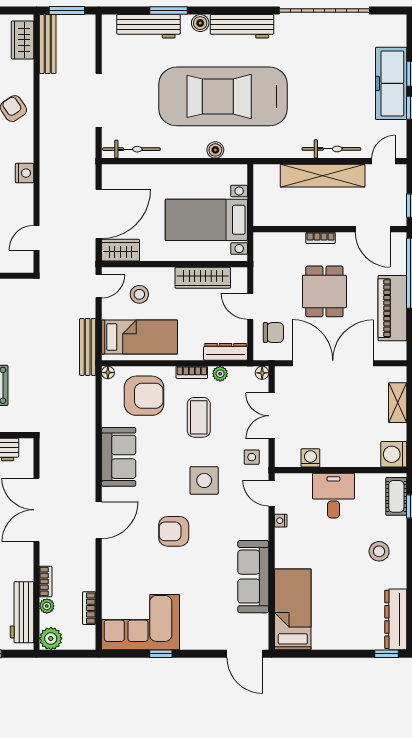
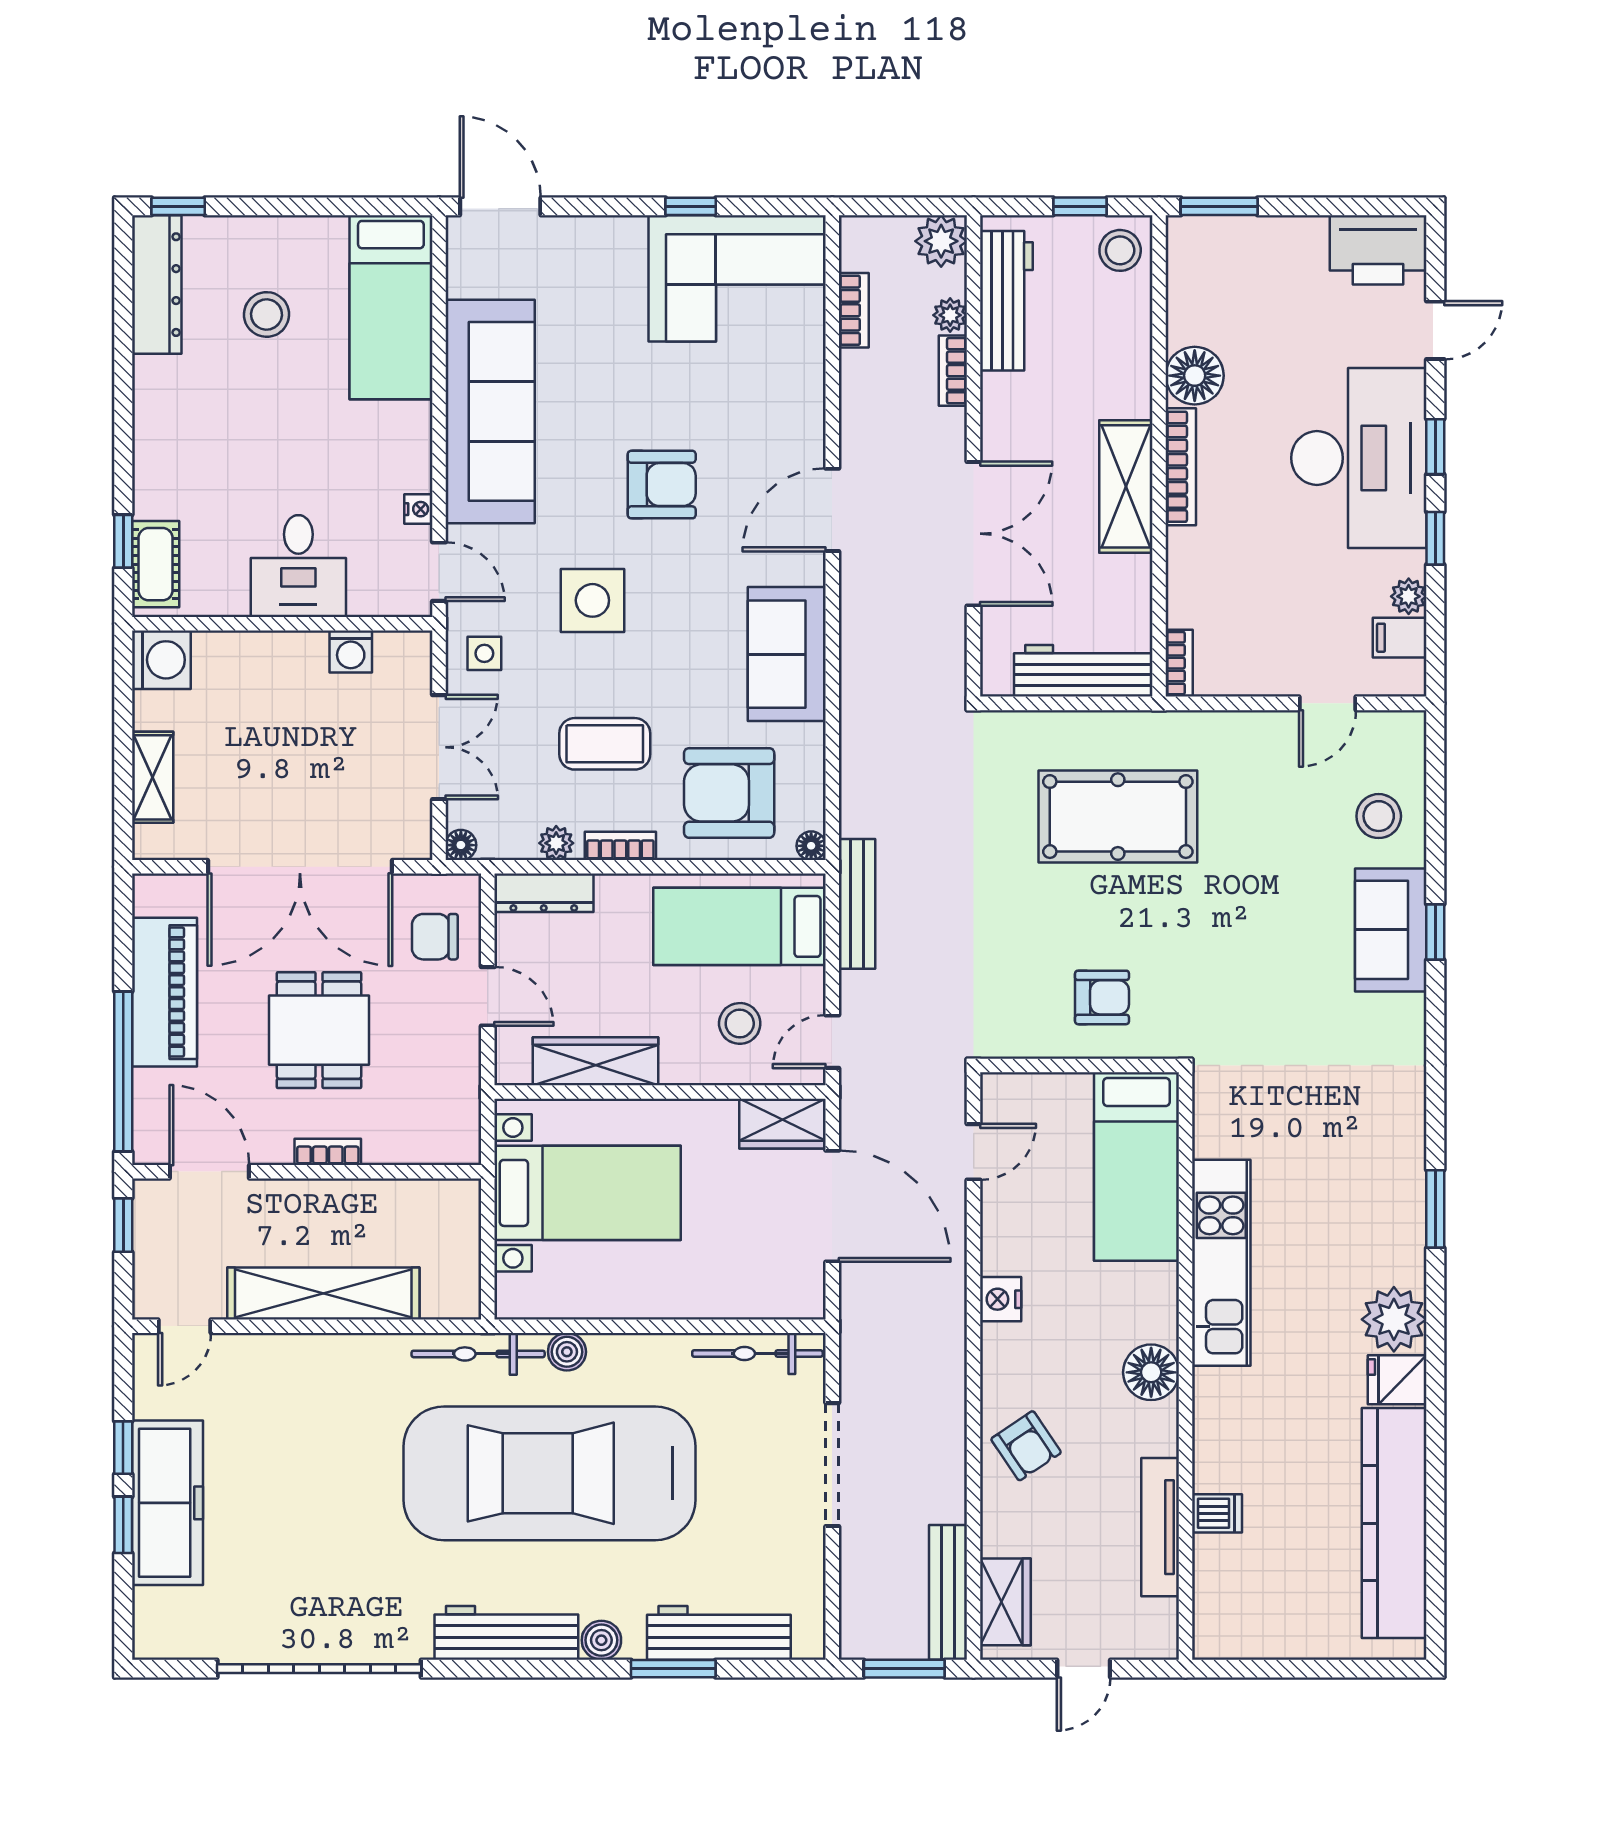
car: (223, 96) -> (550, 1473), turned 180
bicycle: (331, 149) -> (478, 1354), moved
door: (99, 214) -> (832, 1206), swing flipped
coffee table: (199, 417) -> (605, 744), turned 90
stool: (379, 551) -> (267, 314), moved
sofa: (253, 577) -> (490, 411), width x1.36, depth x1.27

